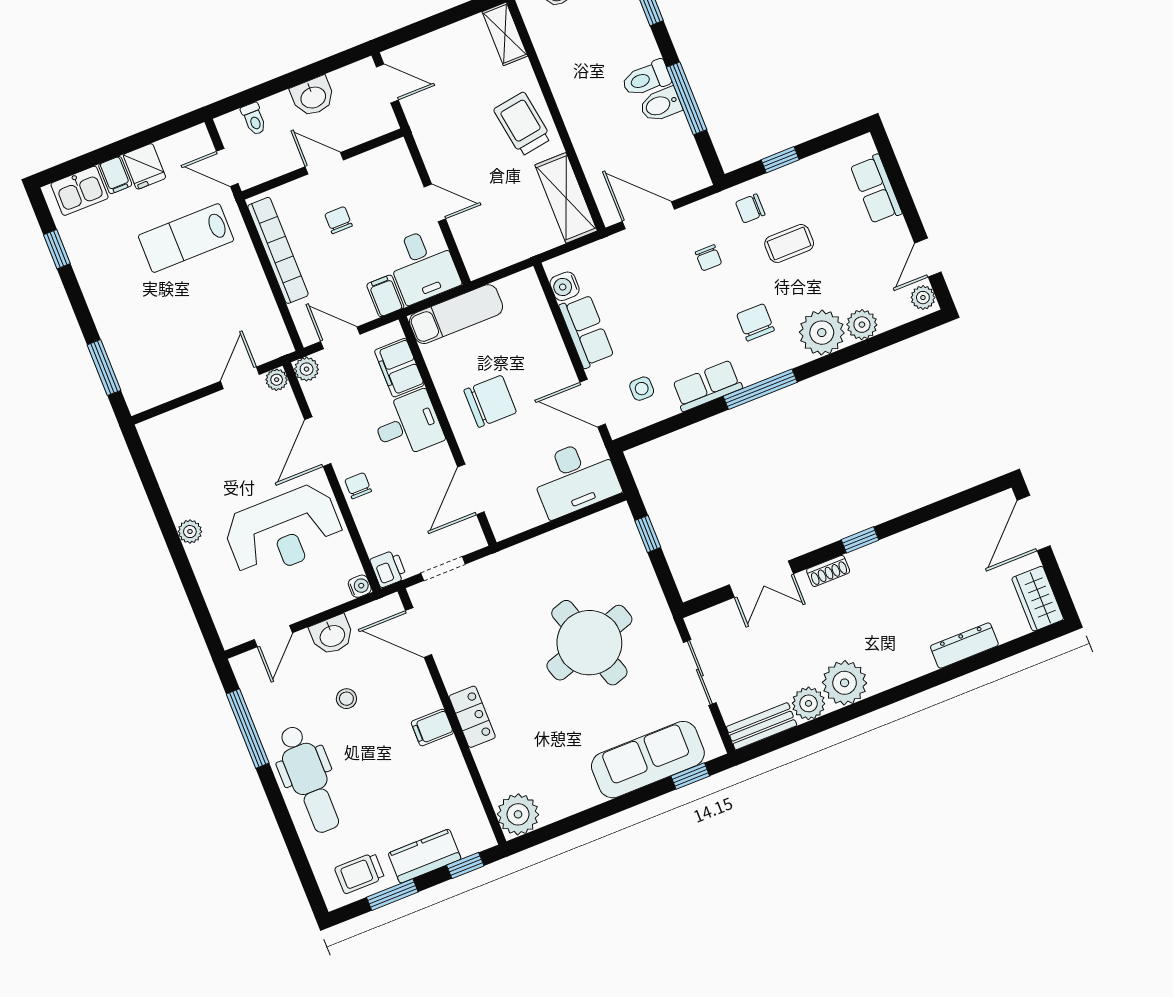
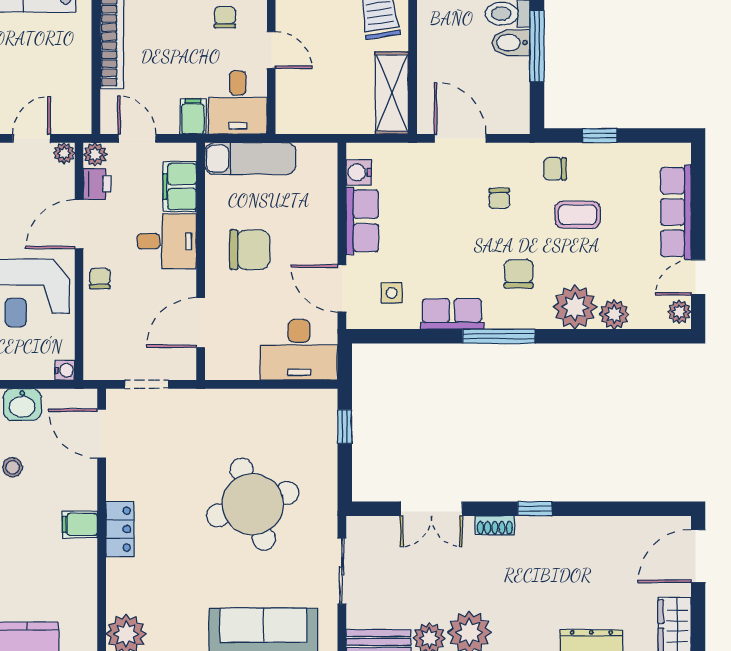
row of seats: (876, 189) -> (676, 212), width x1.48
chair: (338, 220) -> (225, 17), moved
printer: (388, 569) -> (97, 184), moved

